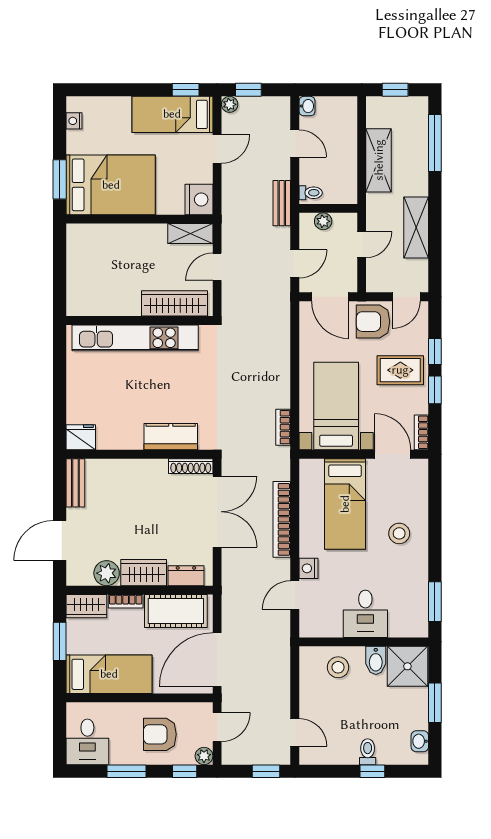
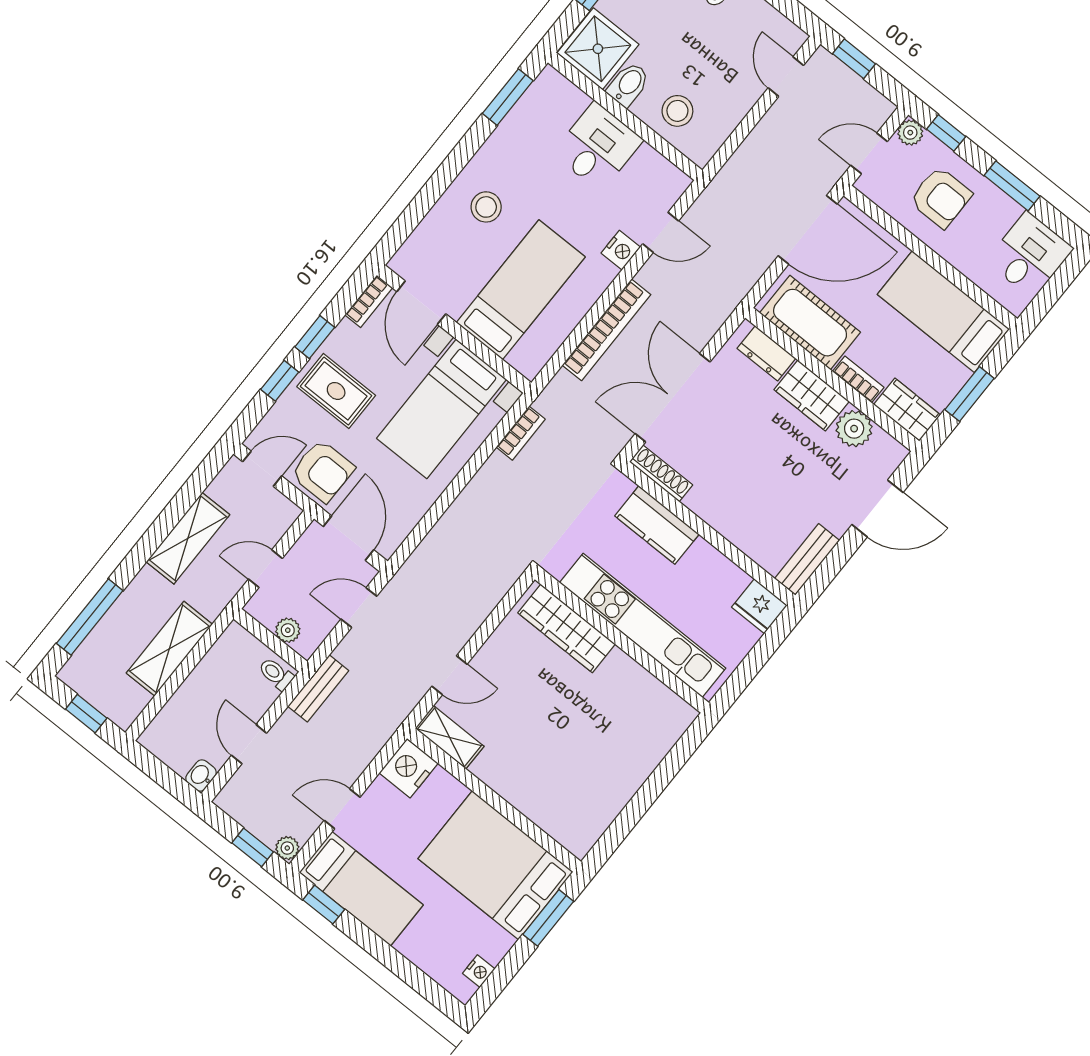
wardrobe: (175, 303) -> (567, 628), moved
wall: (139, 321) -> (622, 641), moved
kitchen unit: (135, 338) -> (643, 625), moved

